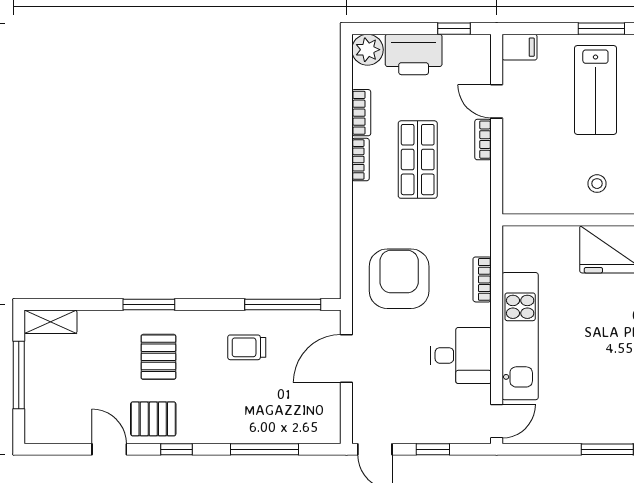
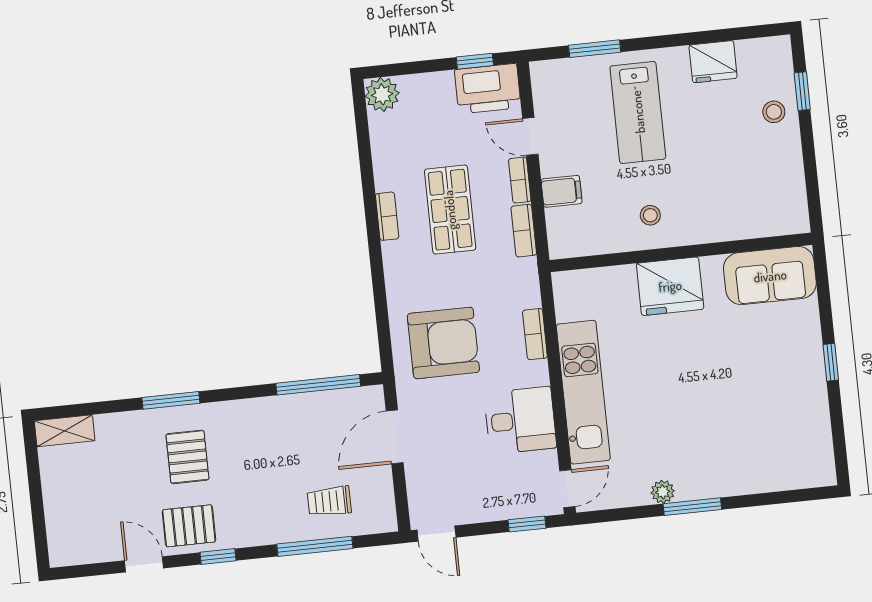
window: (601, 29) -> (595, 49), moved
filing cabinet: (520, 47) -> (562, 191), moved
printer: (414, 54) -> (488, 89), moved
bookcase: (361, 113) -> (524, 231), moved, turned 180
armchair: (399, 279) -> (443, 343), turned 90
trolley: (247, 347) -> (329, 501), moved
window: (19, 375) -> (36, 493), removed
plant: (582, 433) -> (663, 492), added
window: (433, 449) -> (527, 524), moved

